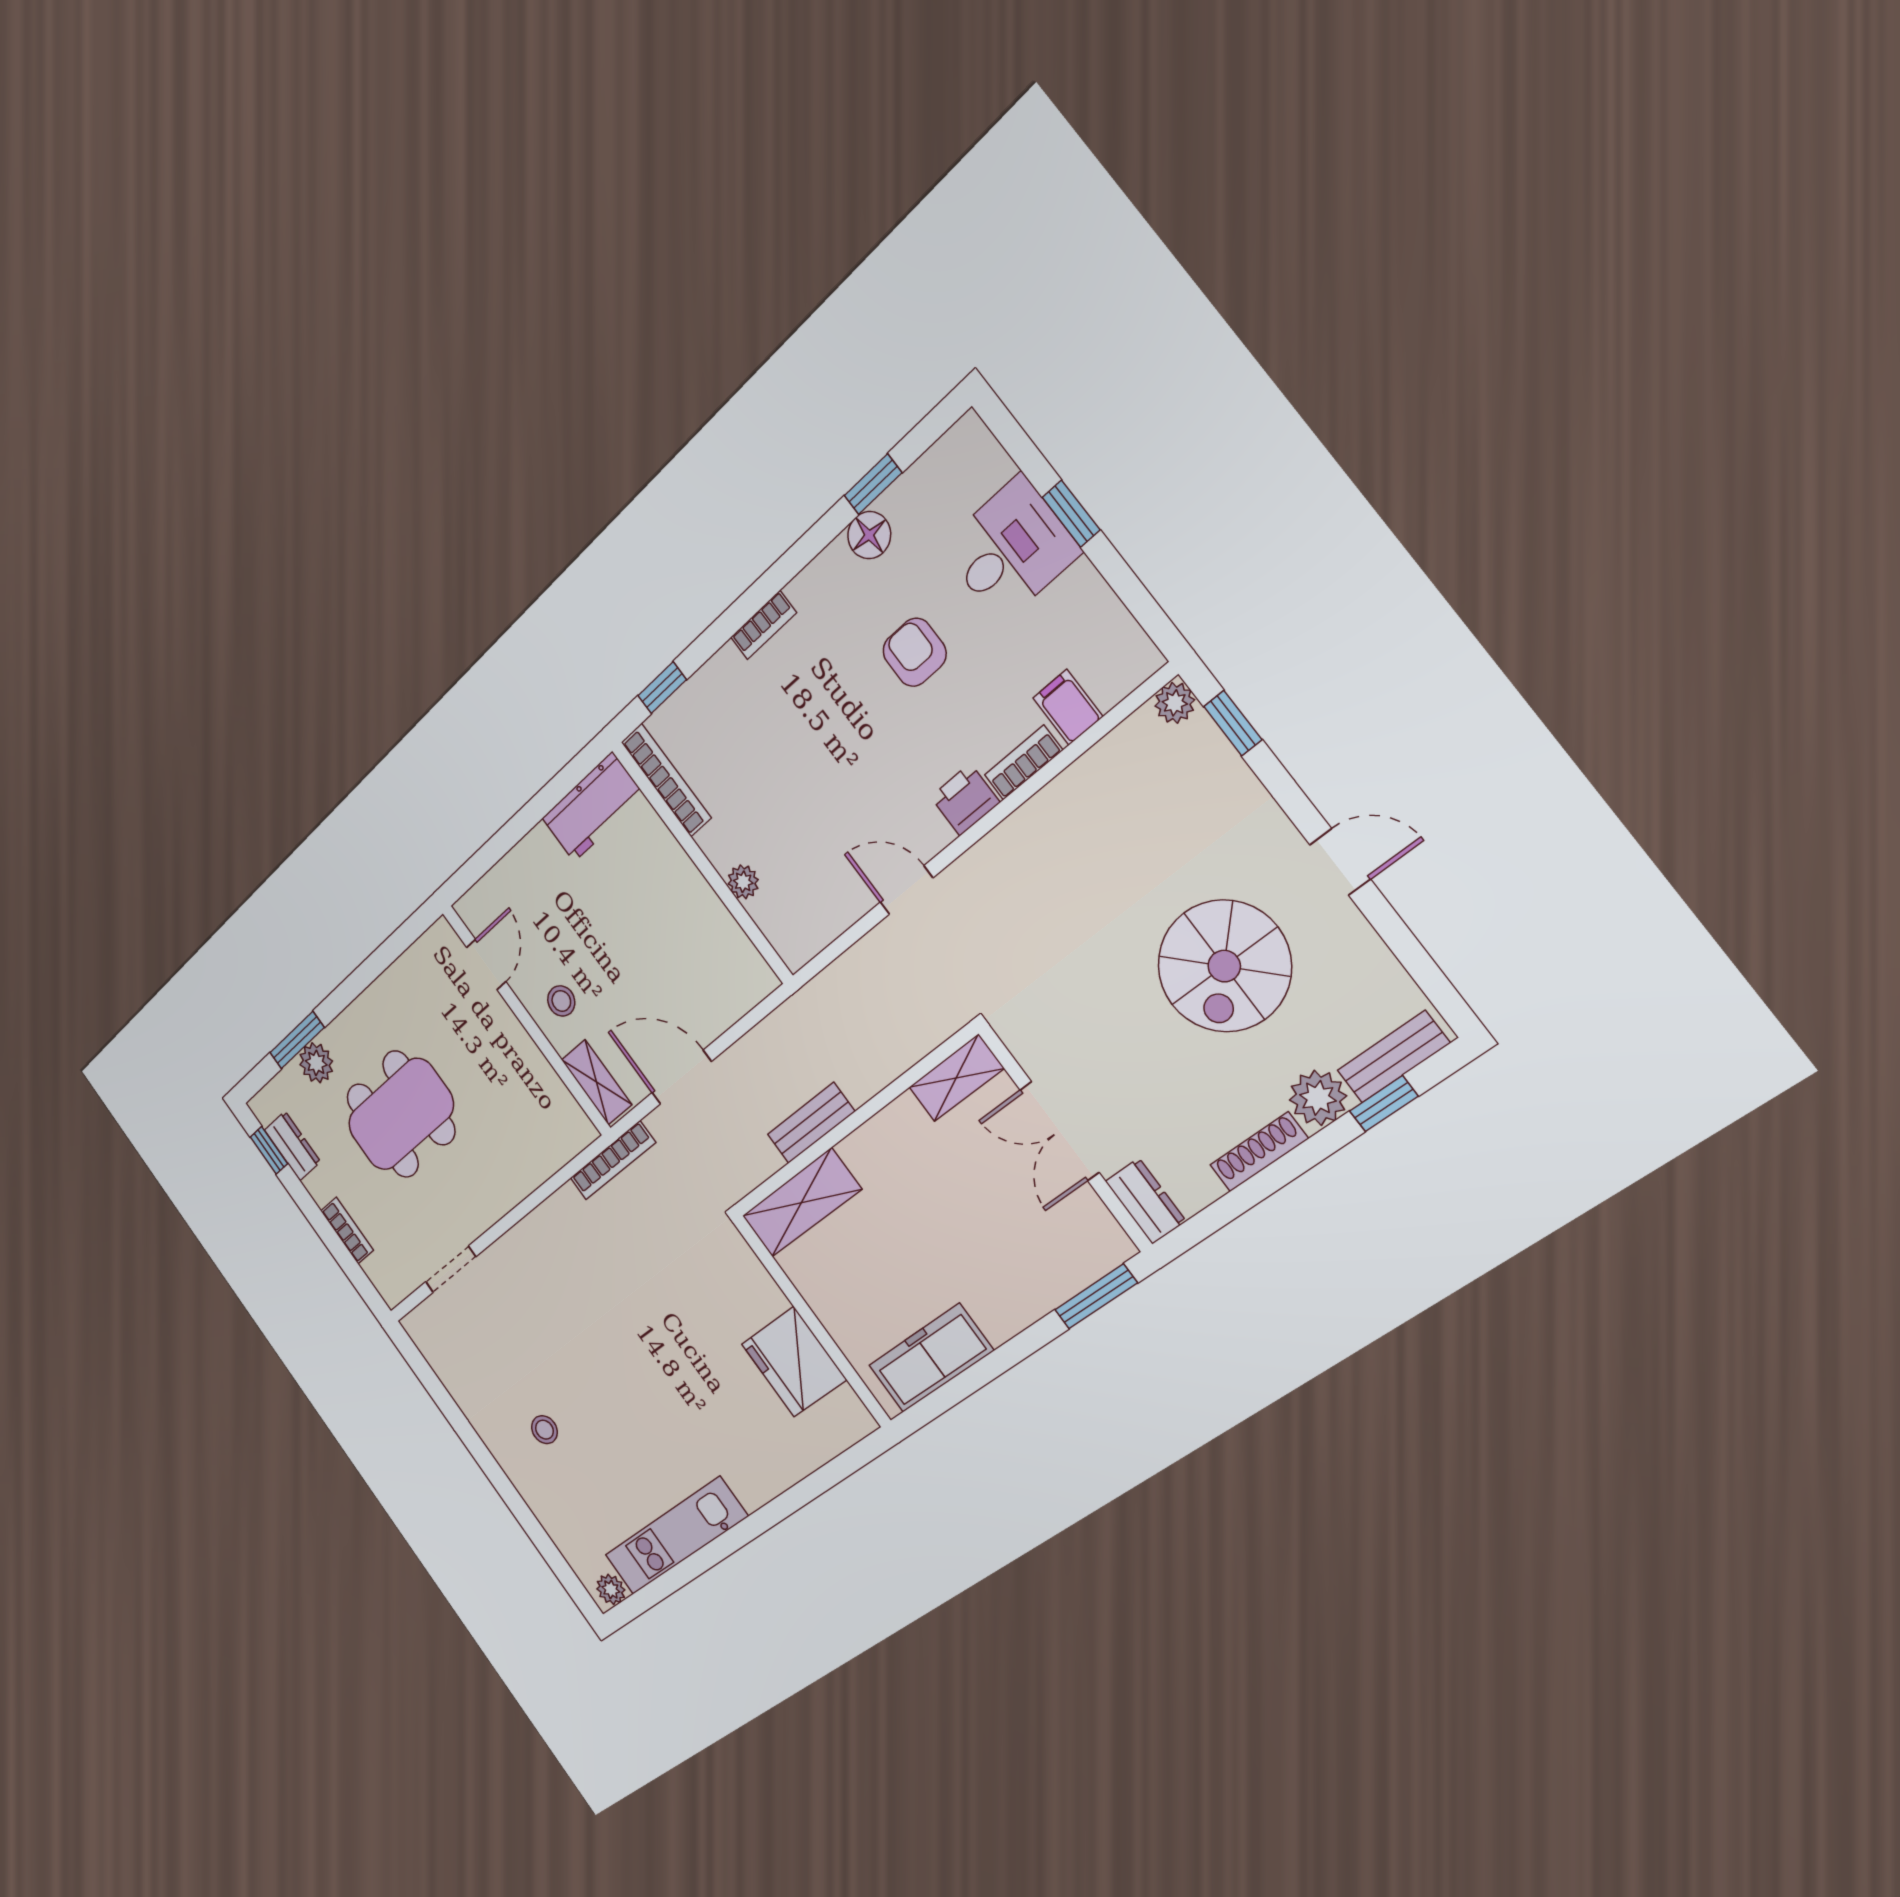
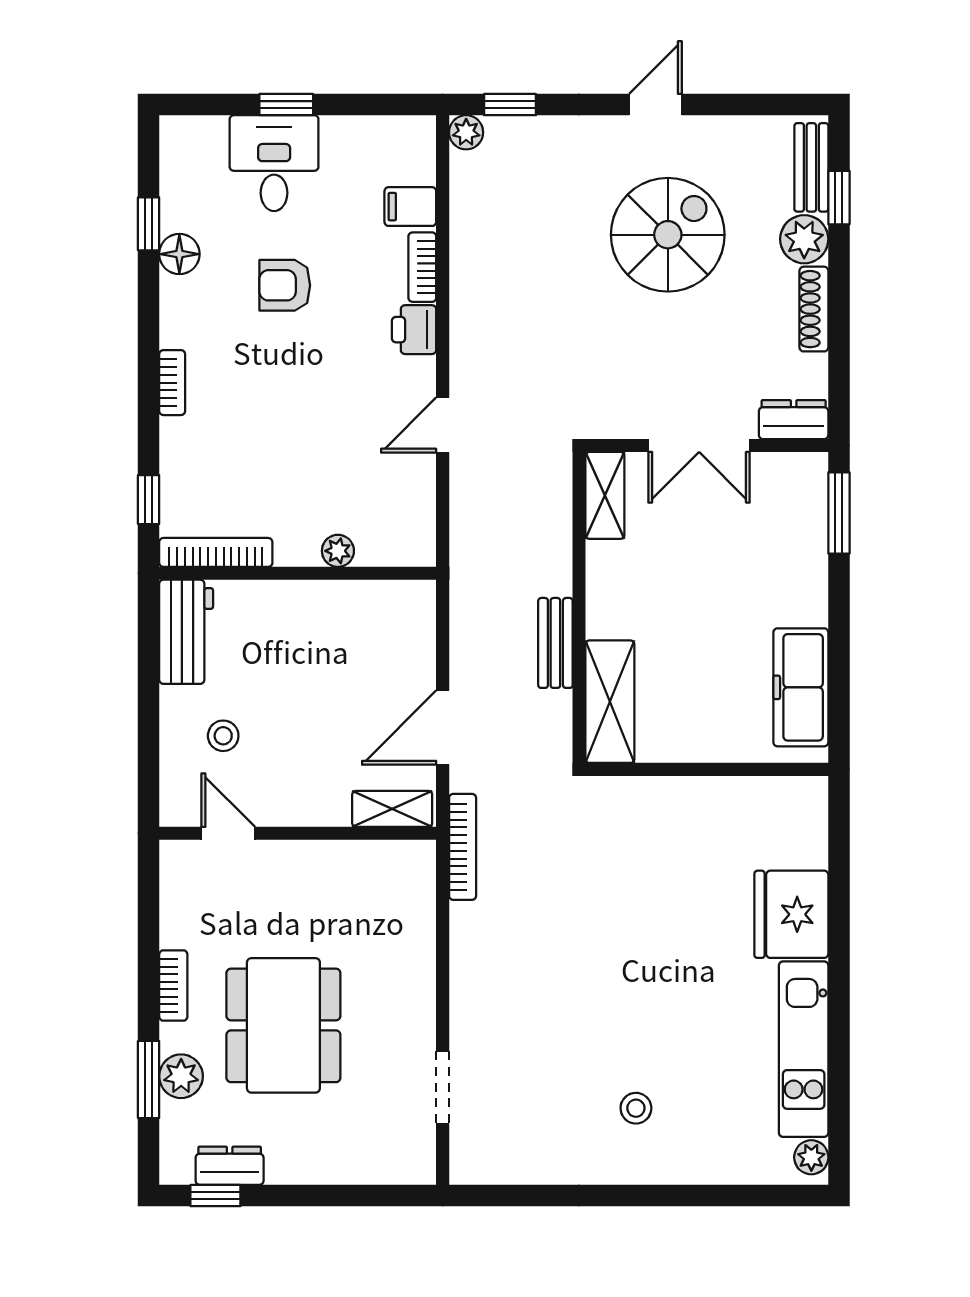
spiral stairs: (1224, 966) -> (668, 235), turned -90
stool: (561, 1001) -> (223, 736), moved
bookcase: (347, 1230) -> (173, 985), moved, turned 90
fridge: (794, 1362) -> (791, 914), moved, turned 90

